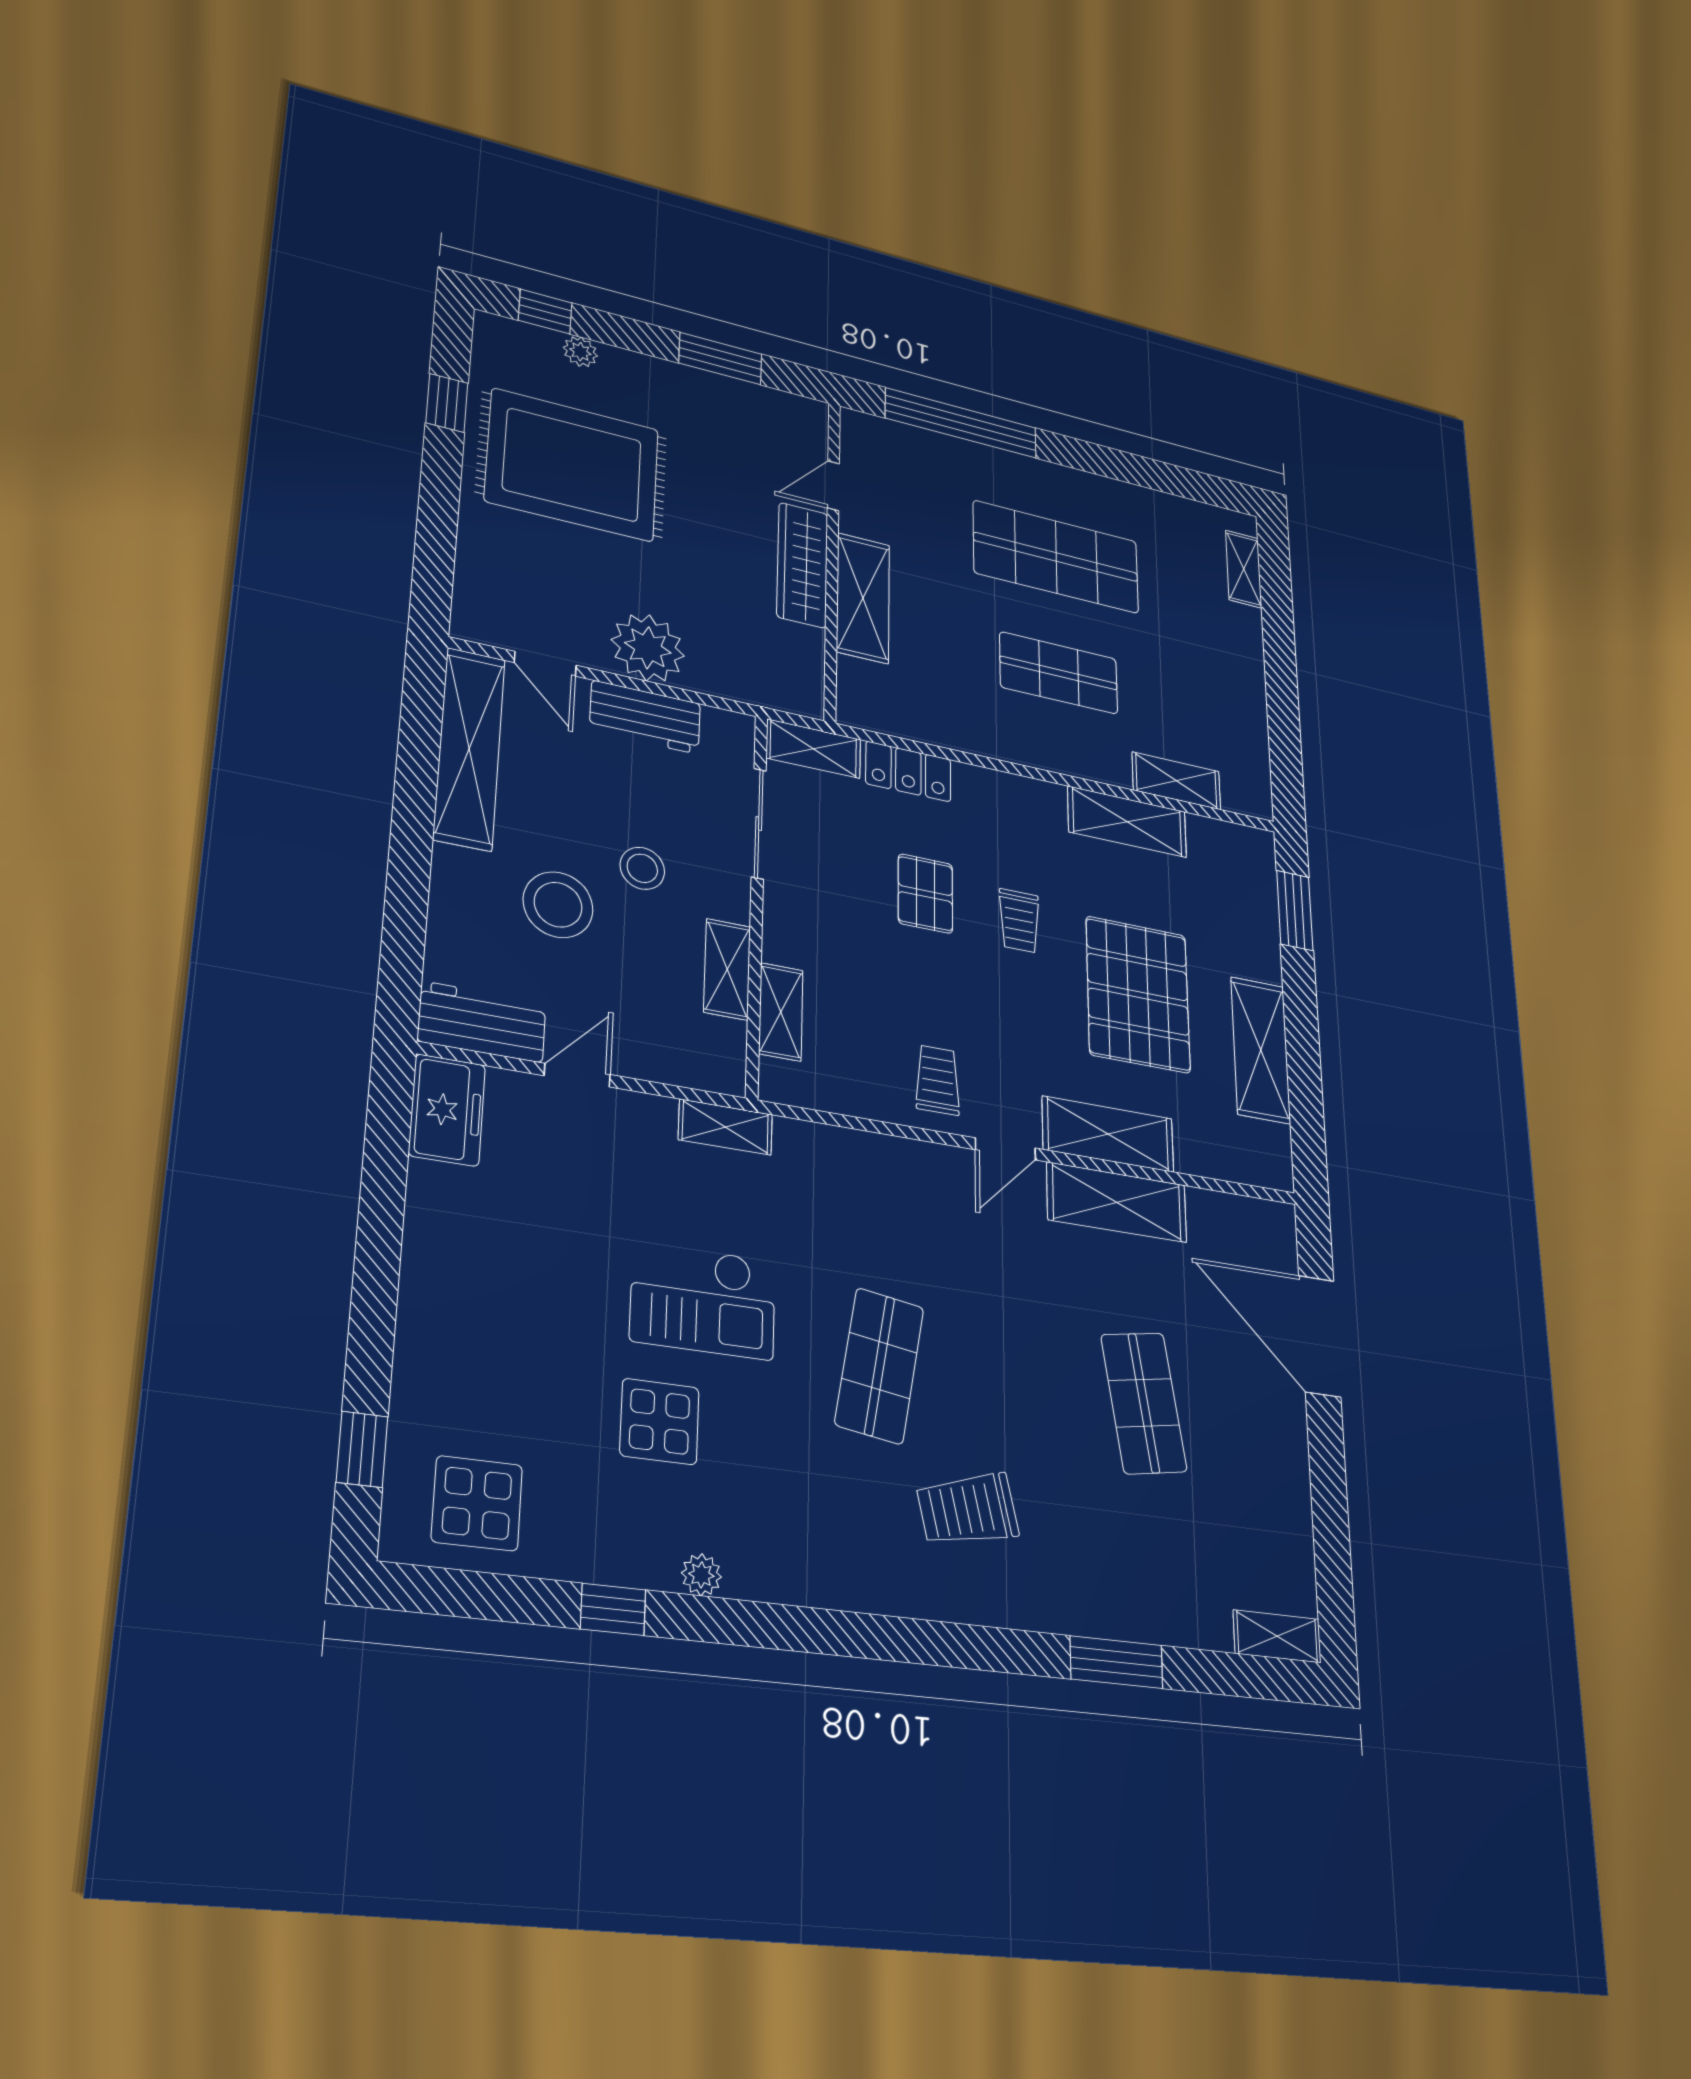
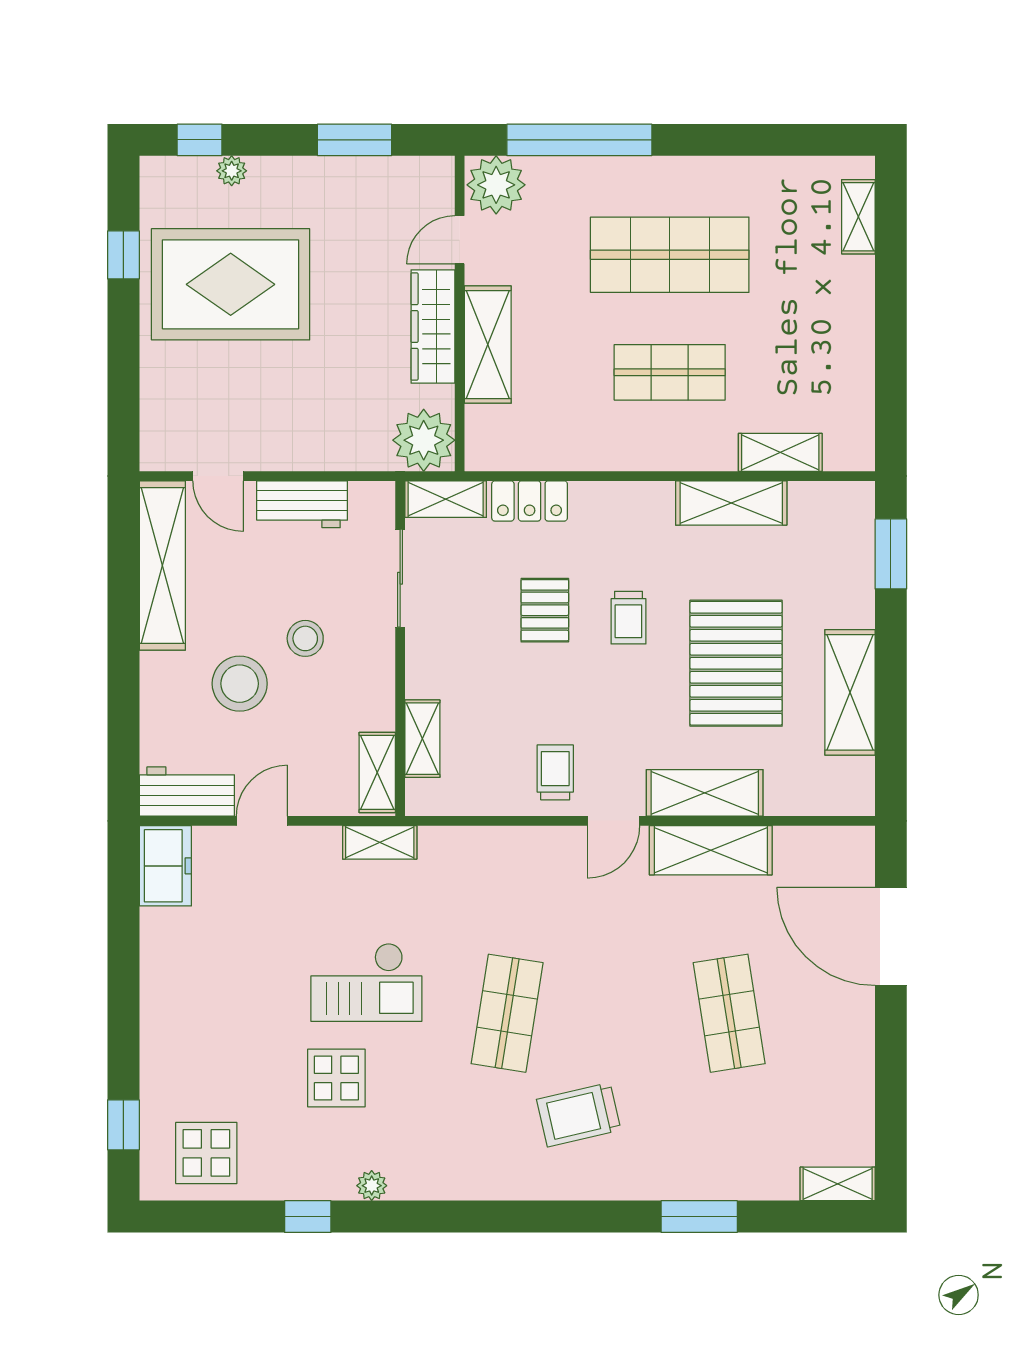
plant: (873, 443) -> (496, 185), added
plant: (648, 648) -> (424, 440), moved
shelving: (727, 969) -> (377, 772), moved

